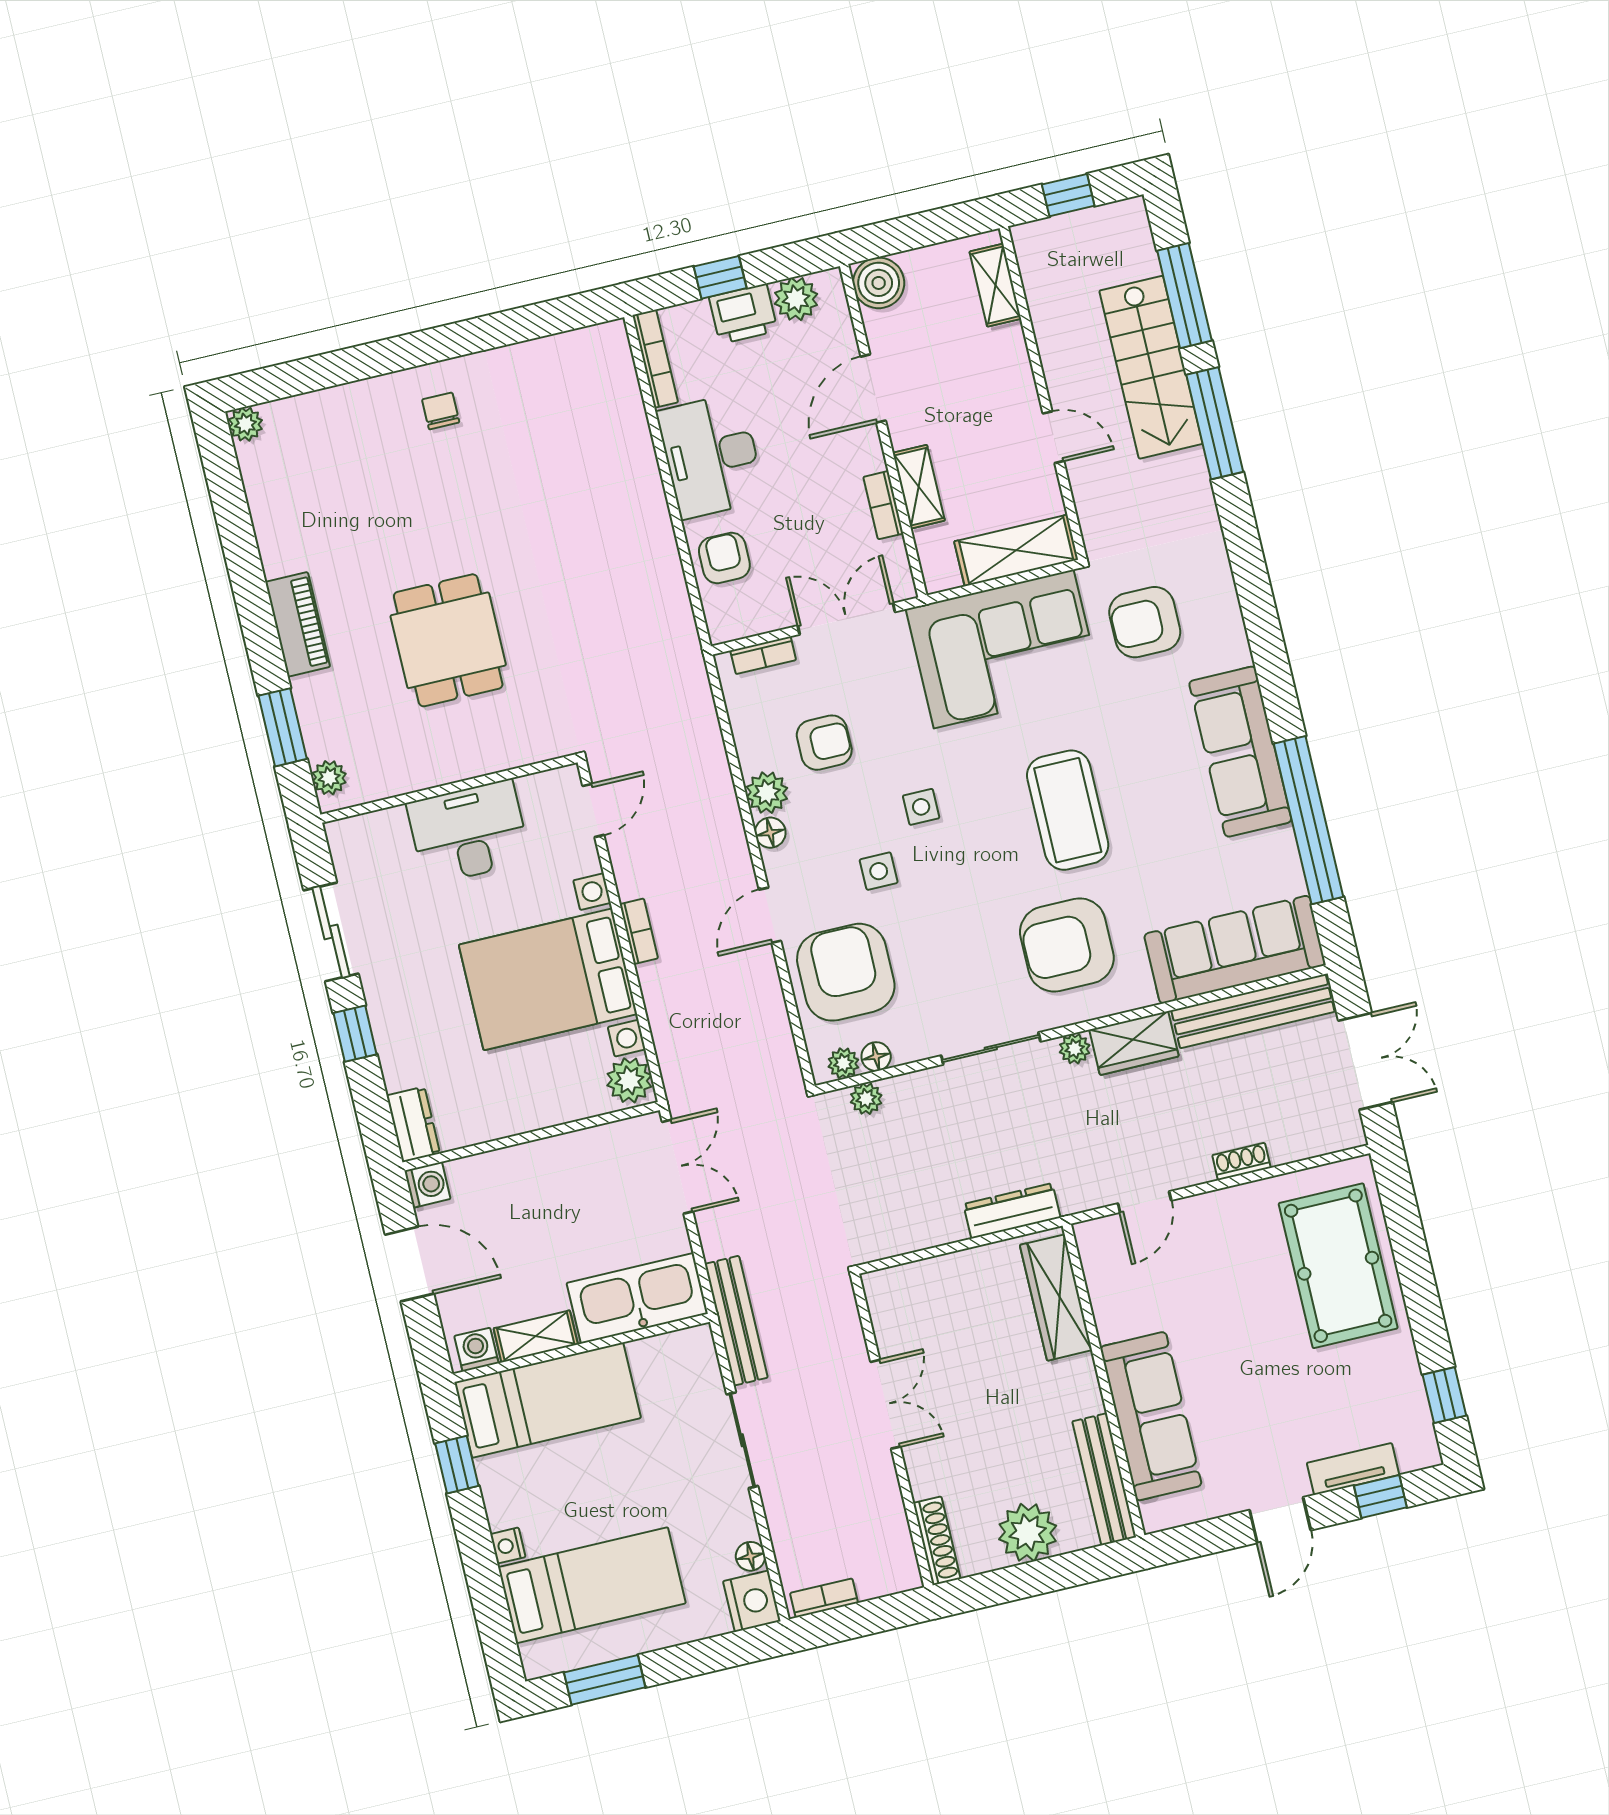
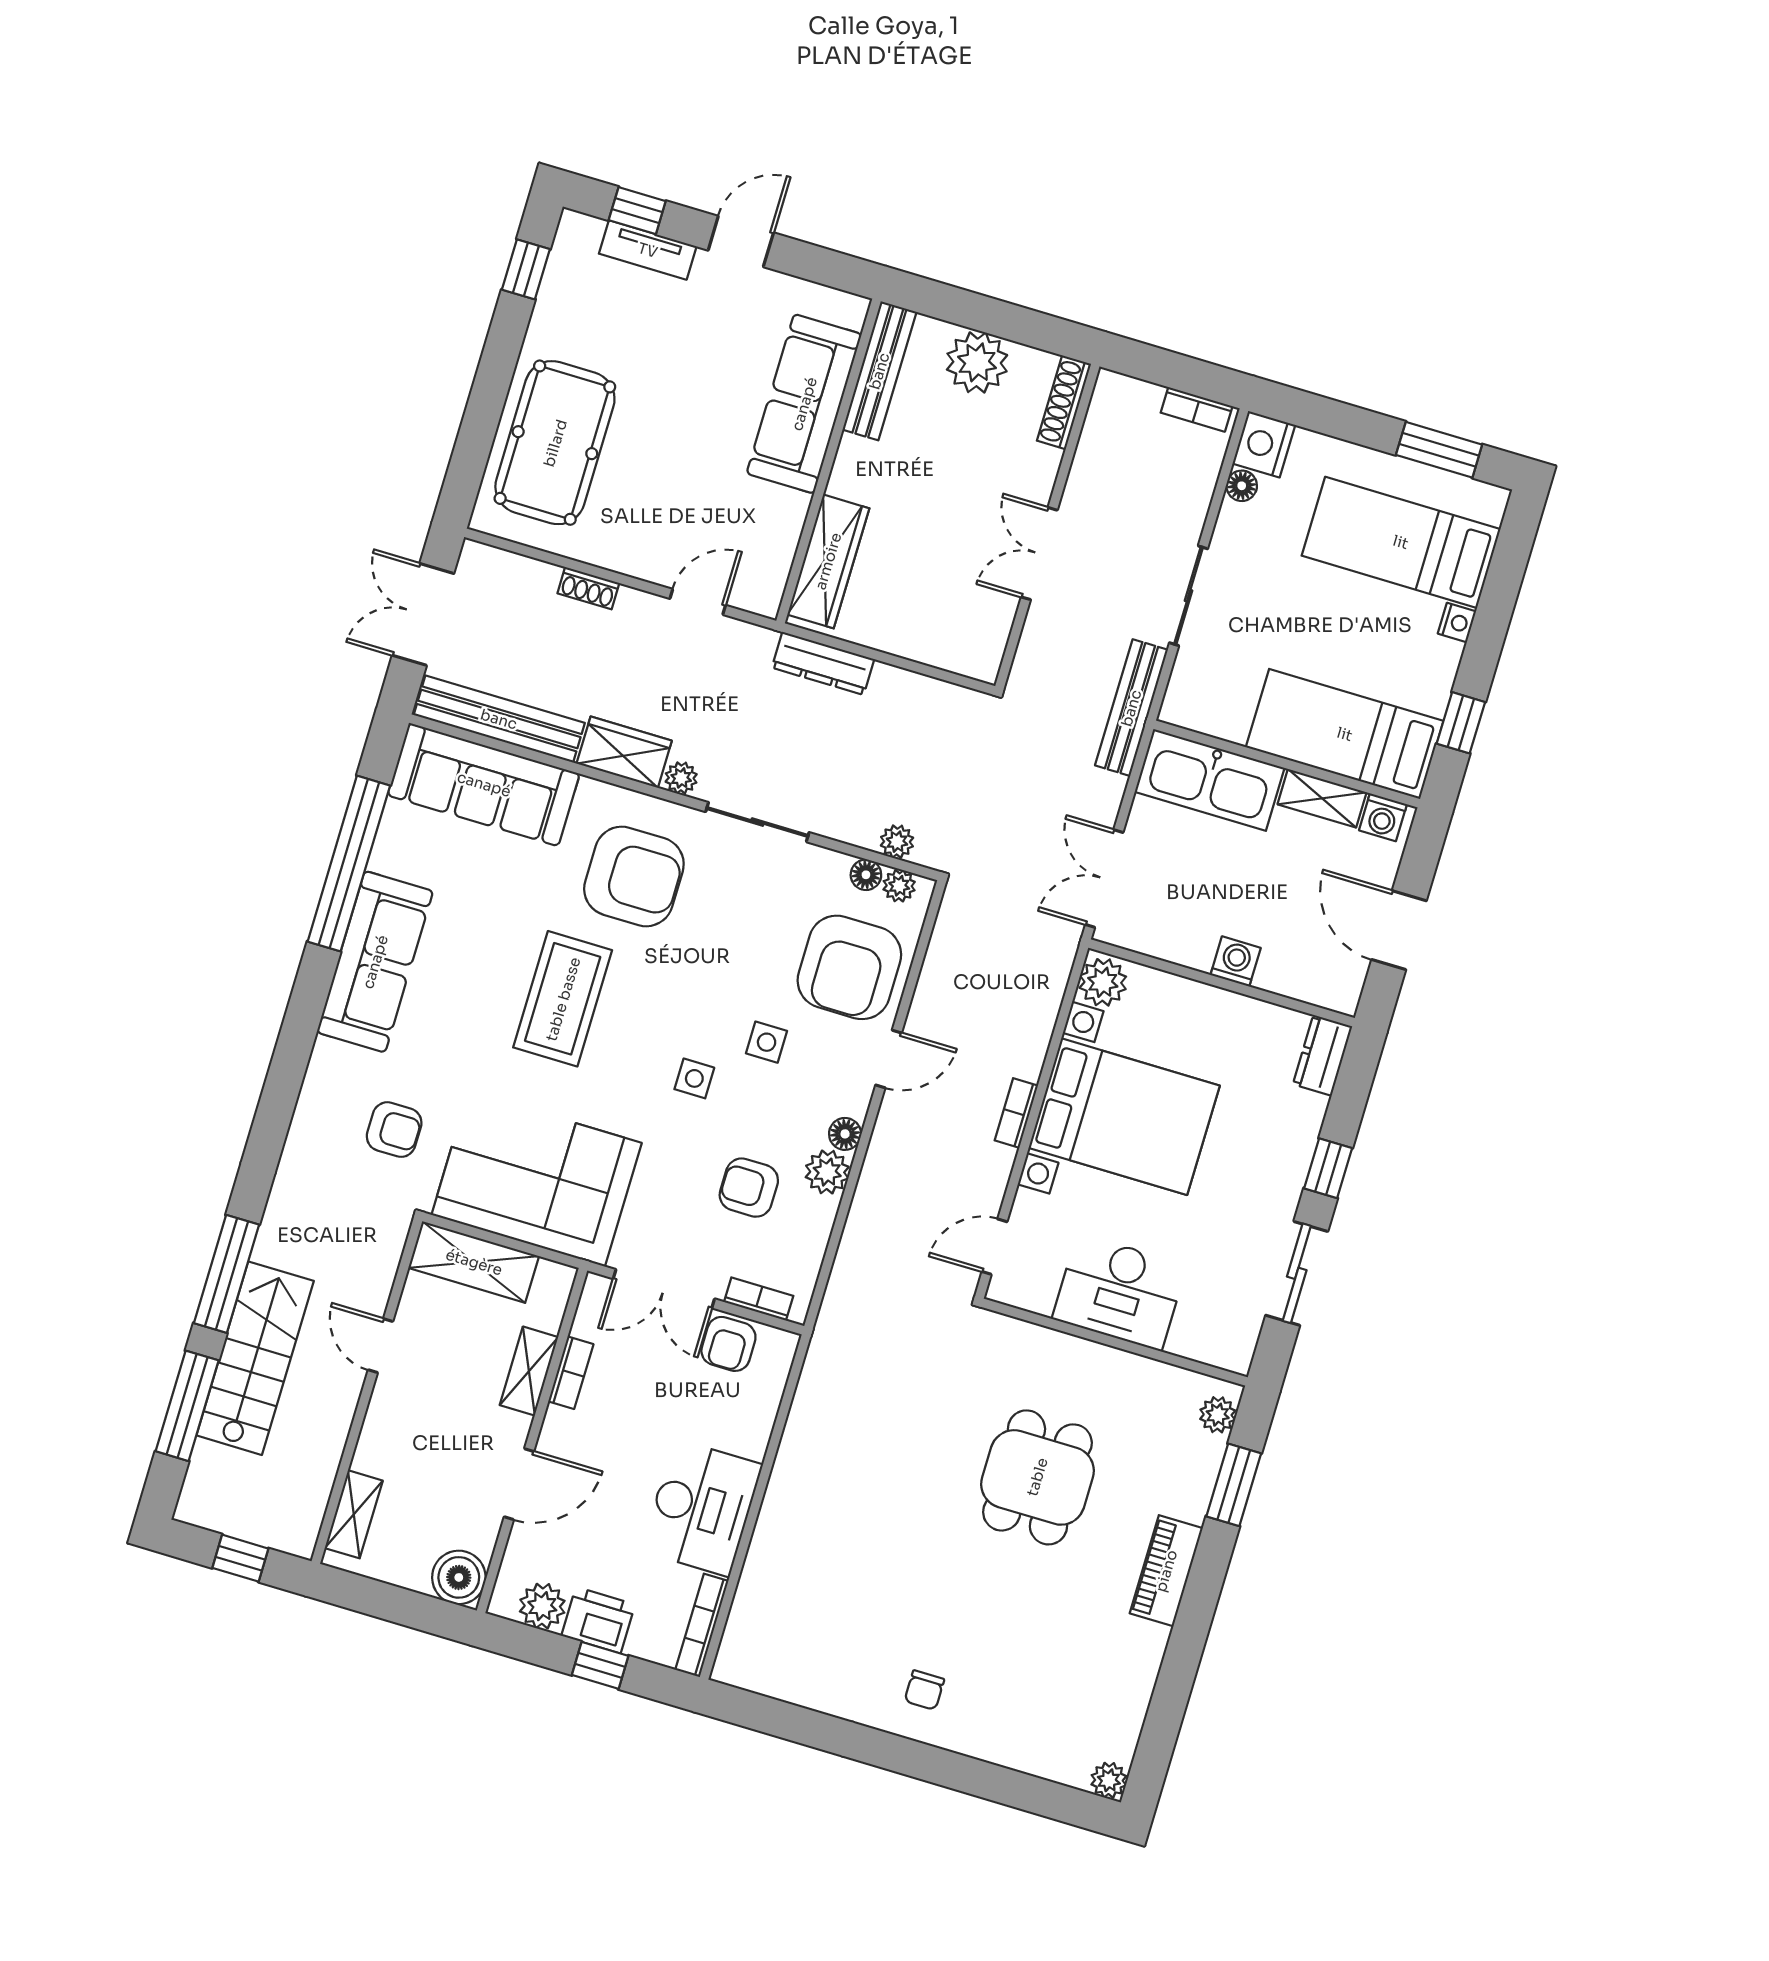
armchair: (724, 558) -> (728, 1344), moved
armchair: (1145, 622) -> (394, 1130), width x0.72, depth x0.72
washing machine: (427, 1185) -> (1236, 961), moved, turned 90

